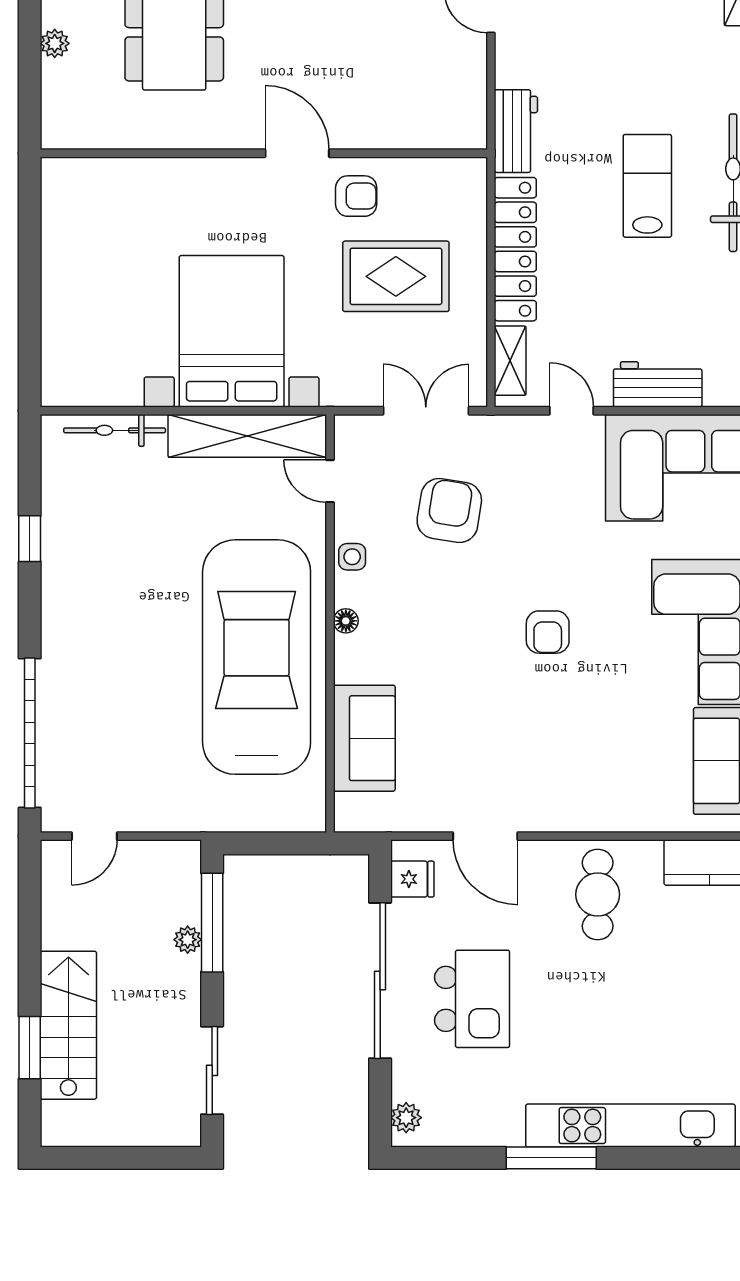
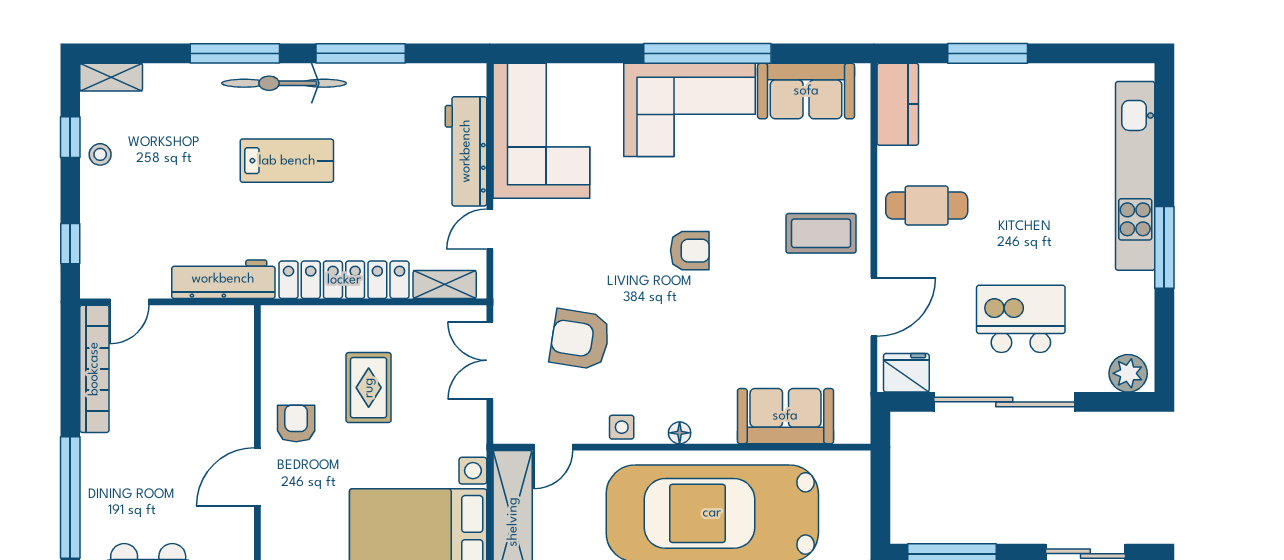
workbench: (516, 131) -> (223, 279), width x1.38
lab bench: (647, 186) -> (287, 161), turned 180
rug: (396, 276) -> (369, 388), width x0.73, depth x0.70
workbench: (658, 384) -> (466, 151), width x1.37
coffee table: (567, 778) -> (821, 233), added
fridge: (412, 879) -> (906, 373), width x1.38
plant: (406, 1118) -> (1128, 373), width x1.38, depth x1.38

